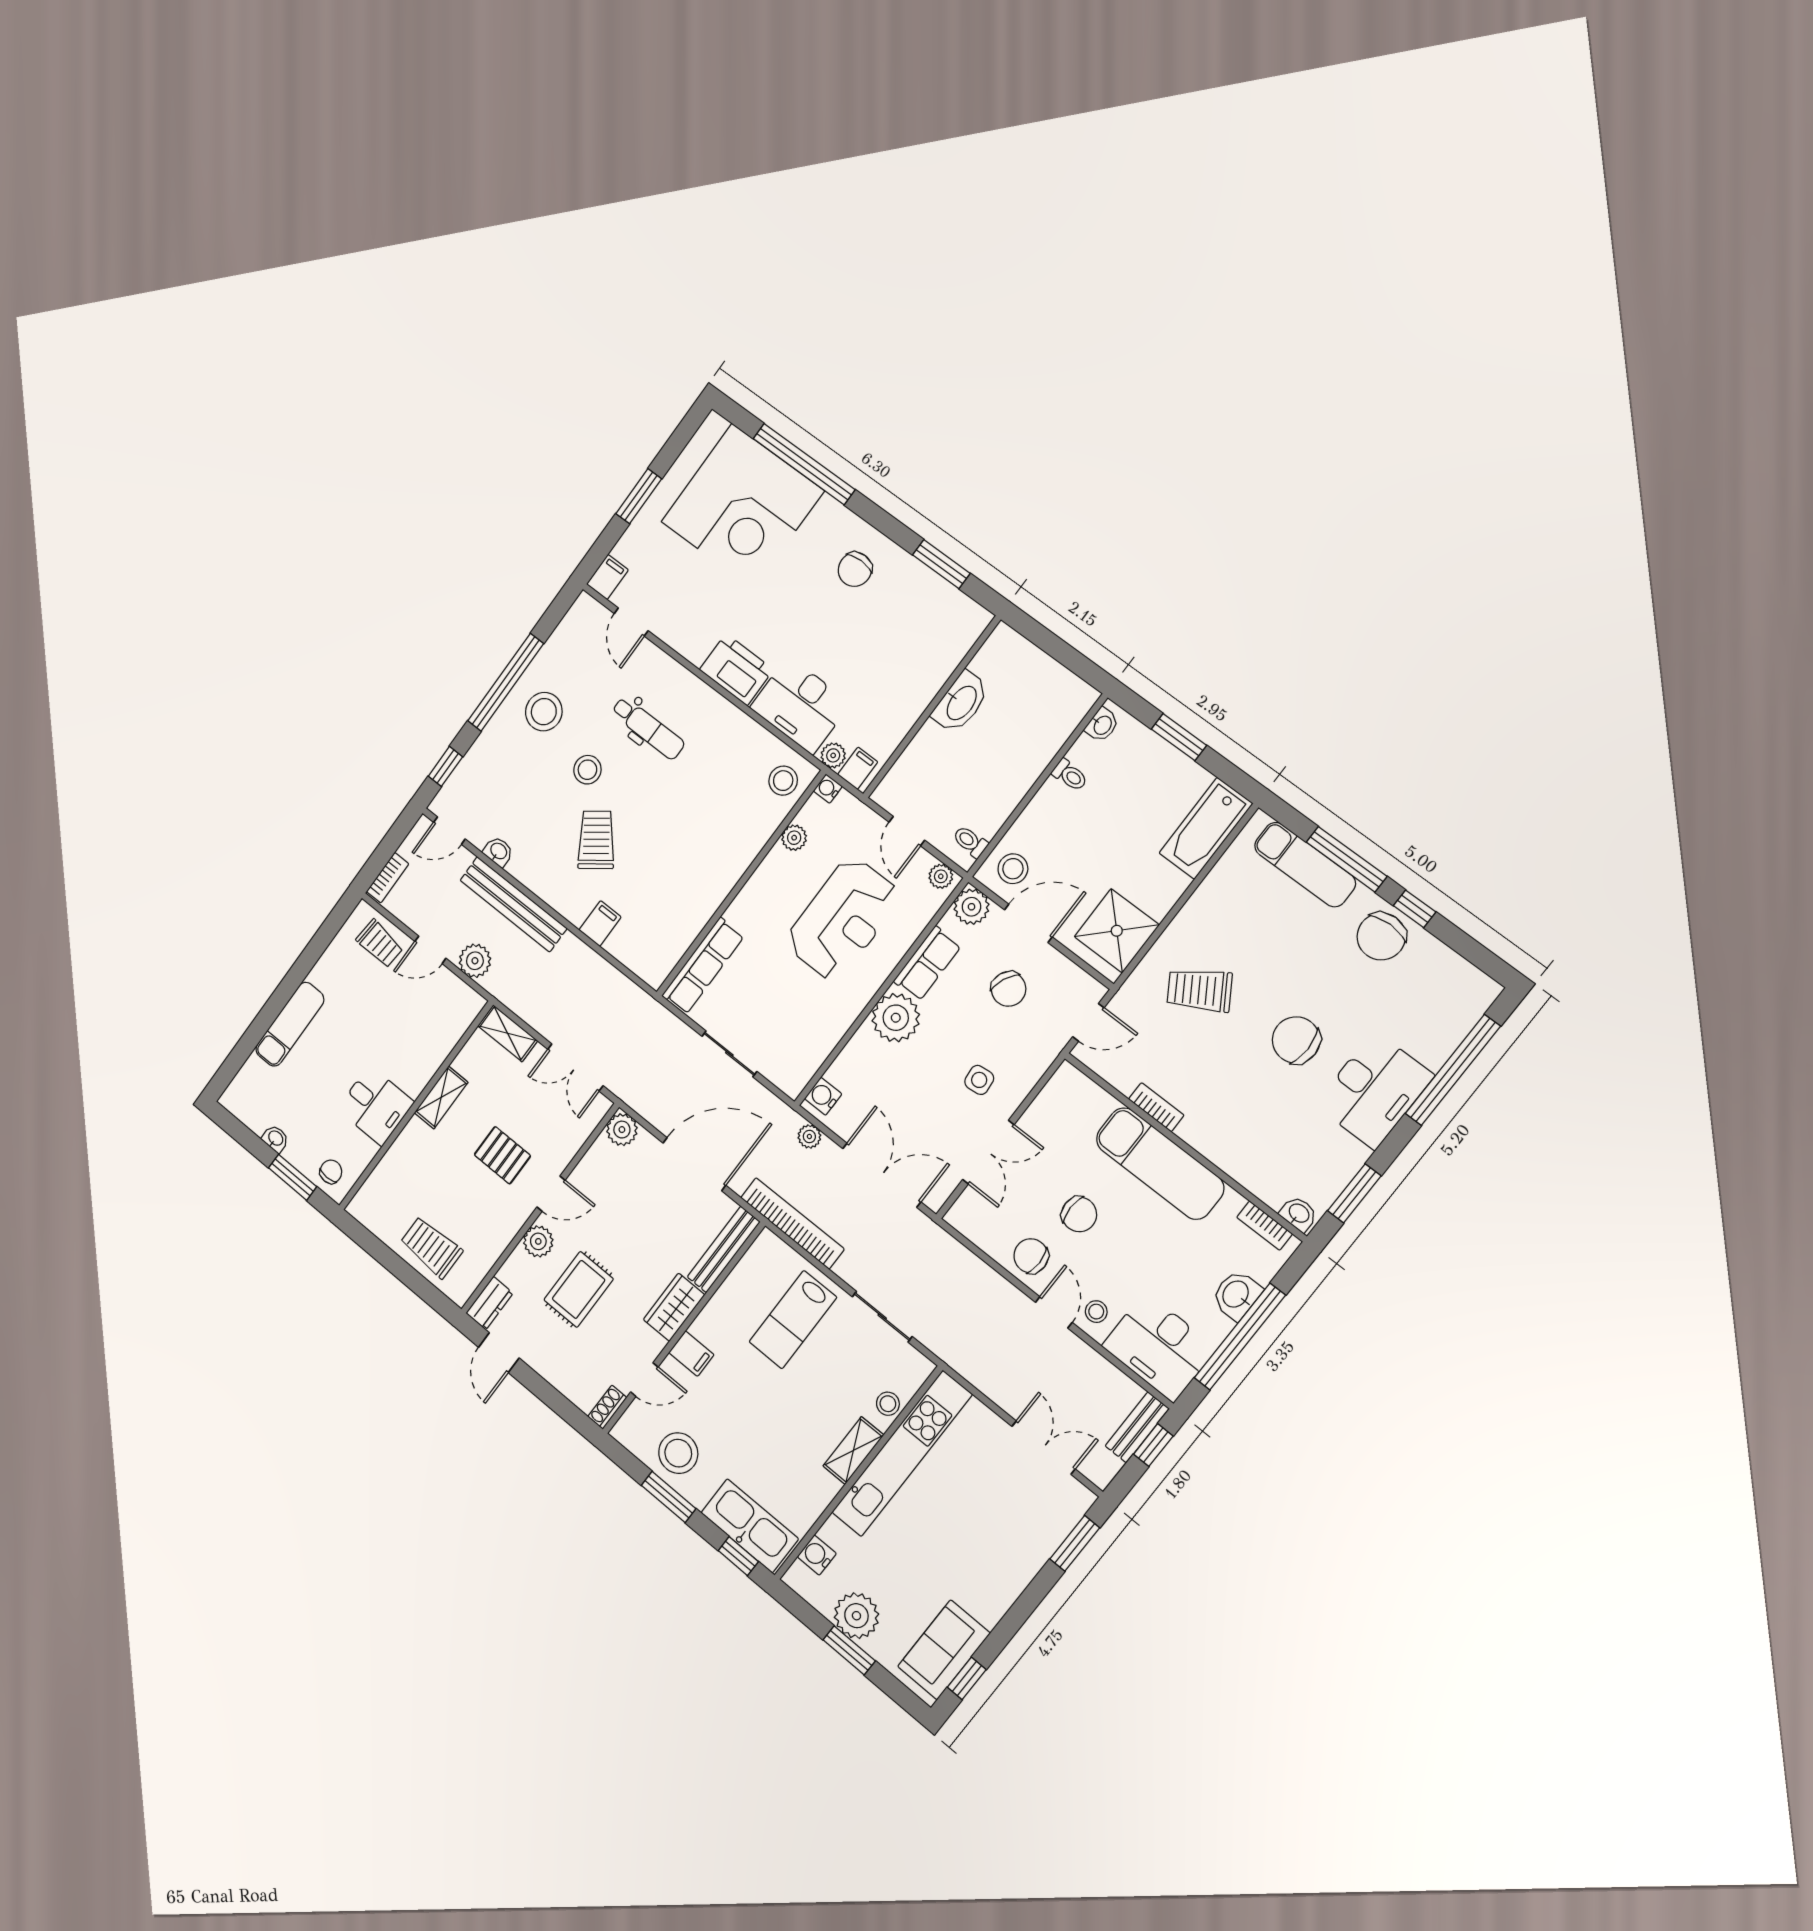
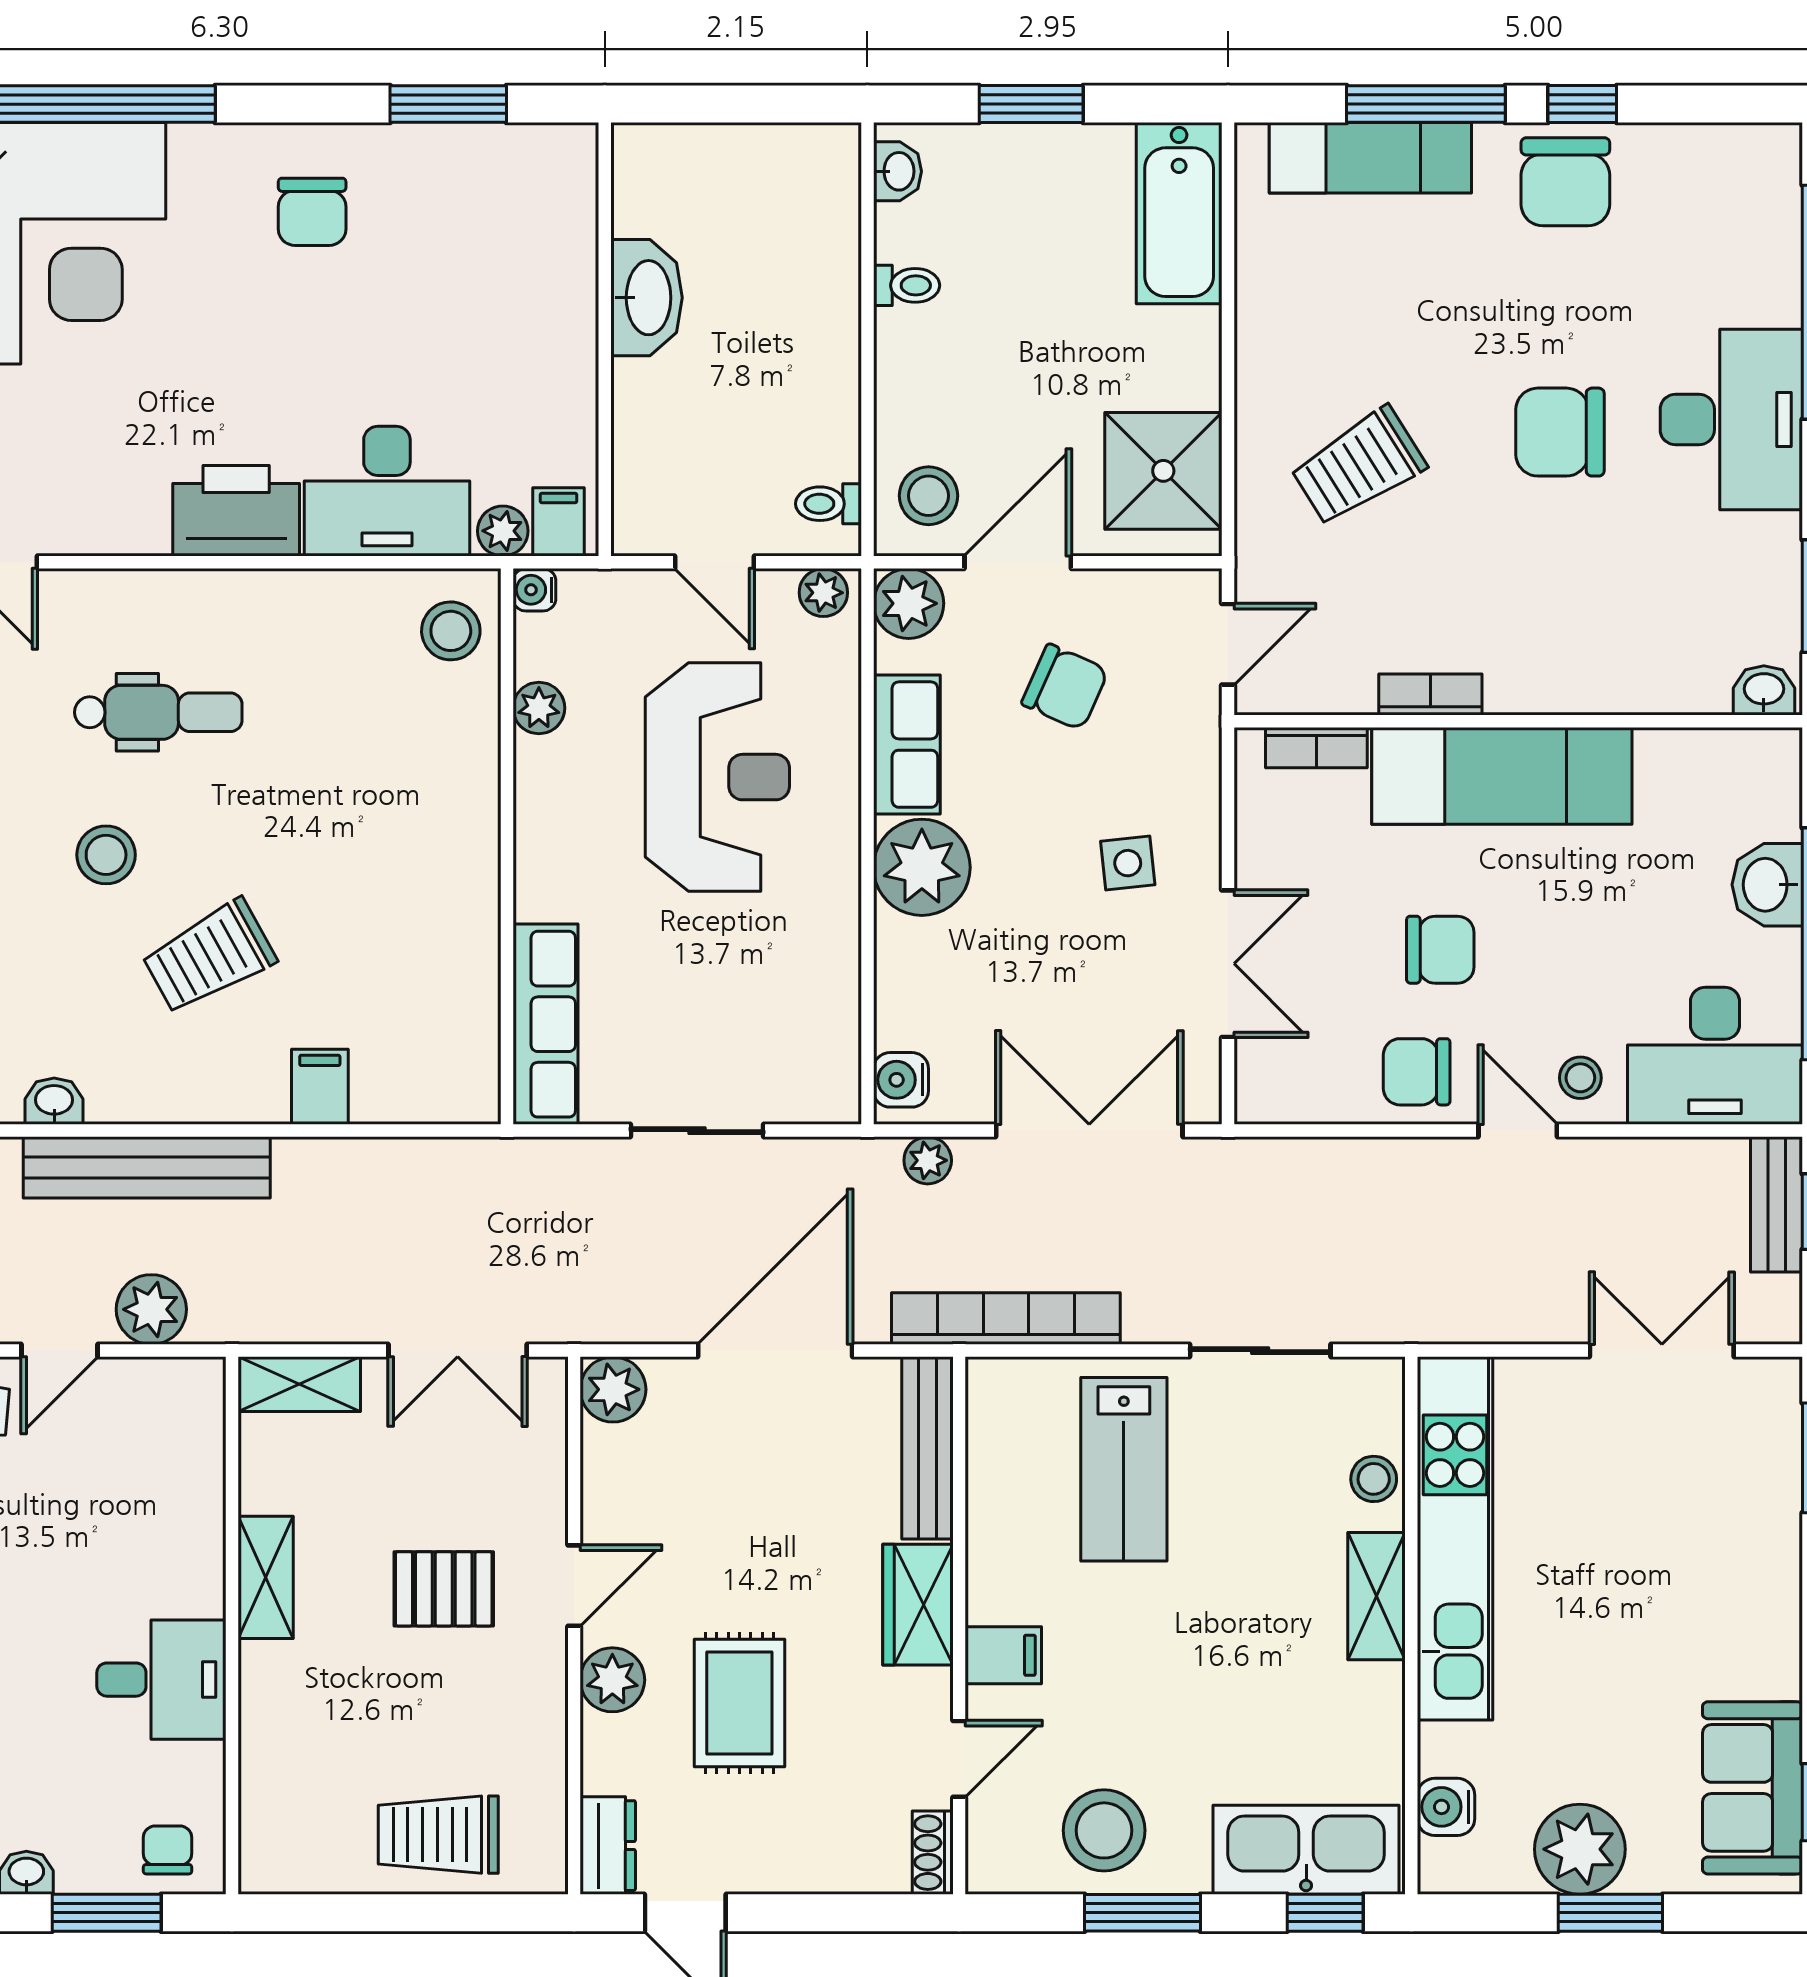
trolley: (596, 840) -> (209, 957), turned -83
bookcase: (1265, 1226) -> (1316, 748), moved

